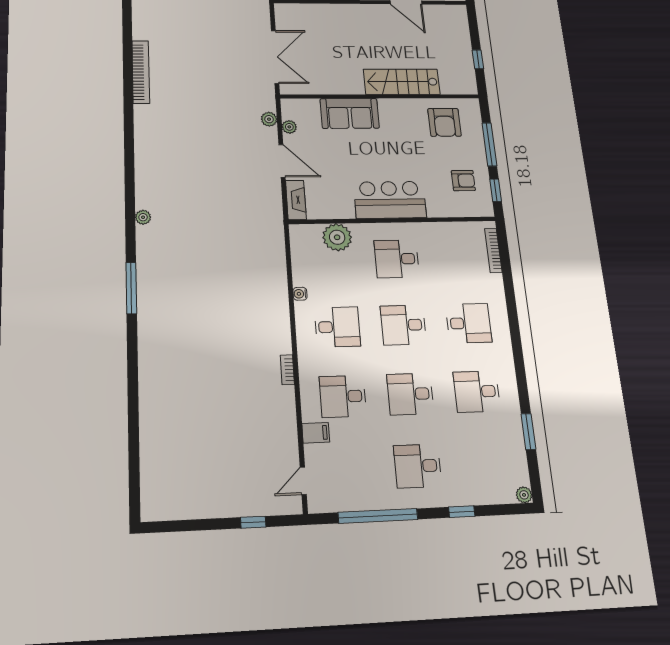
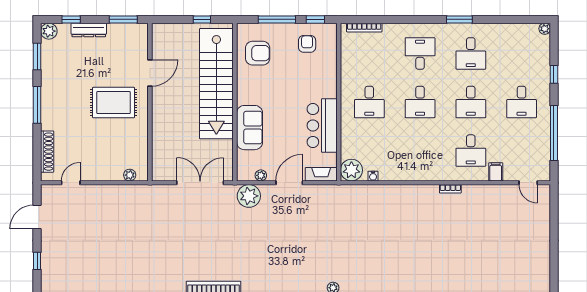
stairs: (402, 82) -> (216, 84), width x1.86, depth x1.51
plant: (269, 119) -> (249, 196), width x1.88, depth x1.88
bar counter: (390, 200) -> (322, 125), moved
plant: (337, 237) -> (351, 170), moved
water cooler: (300, 294) -> (373, 176), moved
desk: (337, 327) -> (420, 151), removed
window: (528, 432) -> (459, 19), moved
window: (253, 522) -> (554, 218), removed

